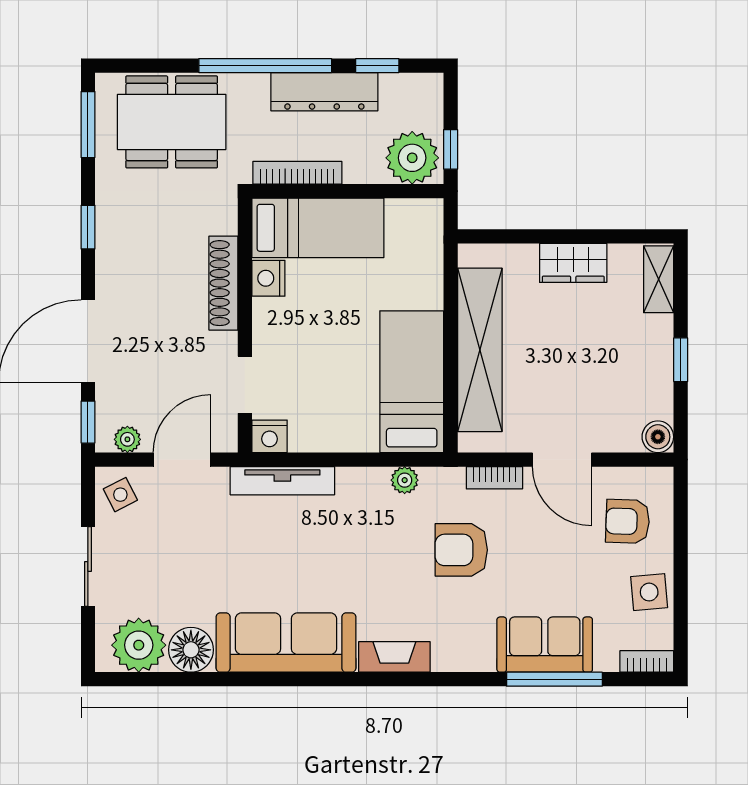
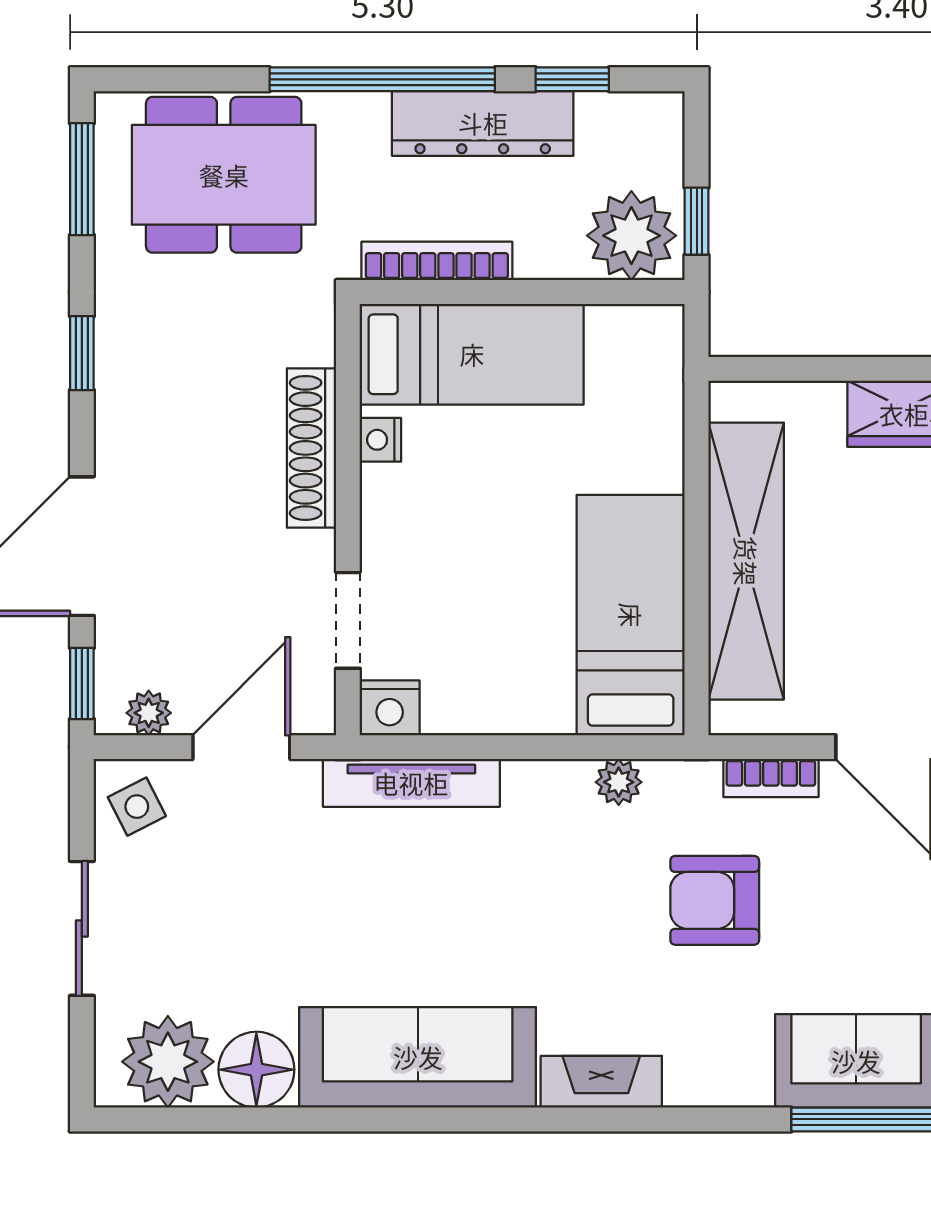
nightstand: (268, 278) -> (380, 440), width x0.72, depth x0.74

